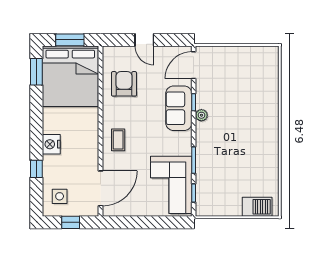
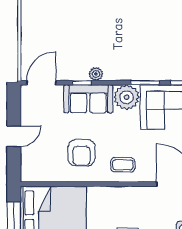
door: (194, 65) -> (41, 83), swing flipped
armchair: (124, 84) -> (82, 153), moved, turned -90
plant: (180, 143) -> (127, 97), added

